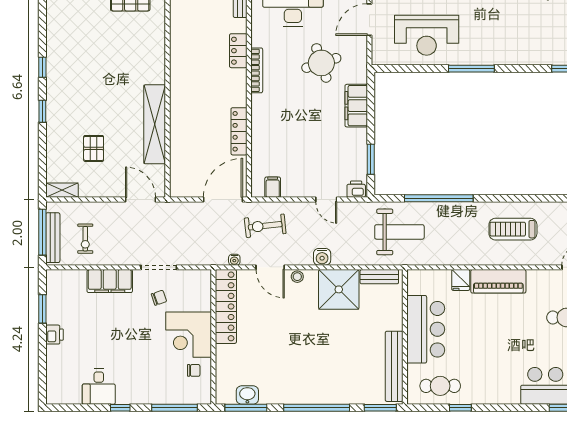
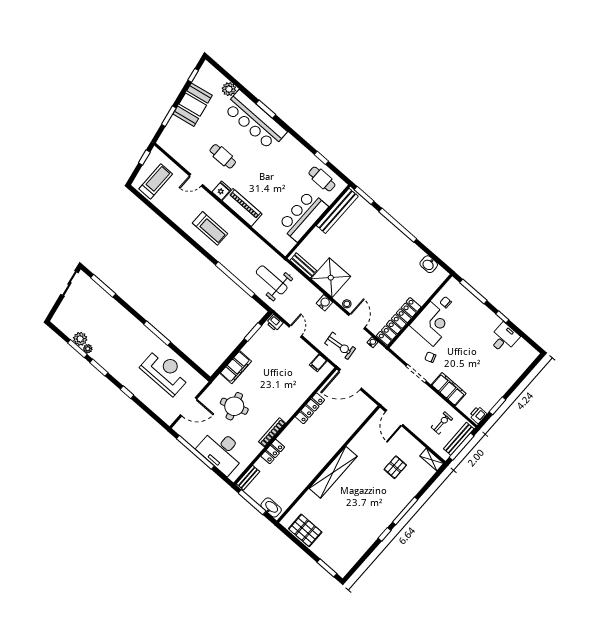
window: (42, 111) -> (405, 511), width x2.17
shelving: (155, 124) -> (333, 472), moved
fridge: (461, 280) -> (221, 191), moved
printer: (55, 335) -> (478, 415), moved
window: (246, 408) -> (435, 258), removed

